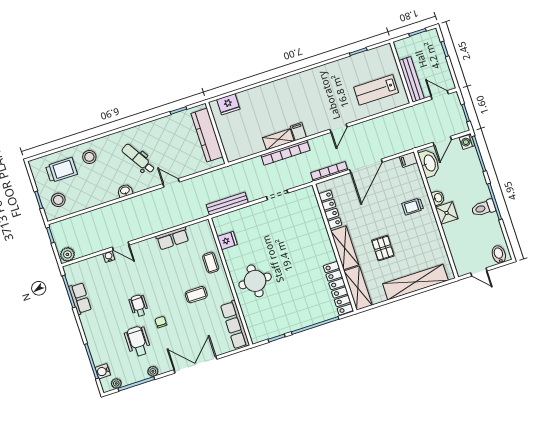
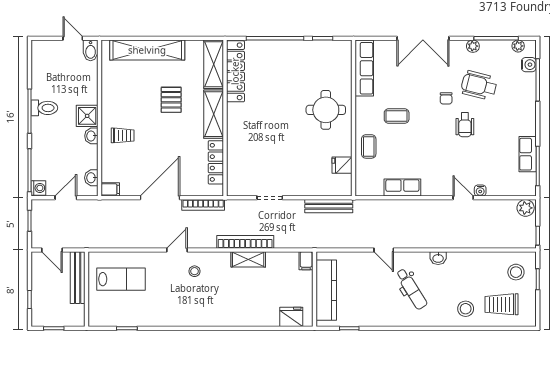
stool: (319, 116) -> (194, 271), added
filing cabinet: (298, 132) -> (306, 261), moved
washbasin: (429, 163) -> (91, 178), width x0.52, depth x0.69
bidet: (499, 254) -> (91, 50), moved
wheelchair: (138, 341) -> (479, 85), turned 104

